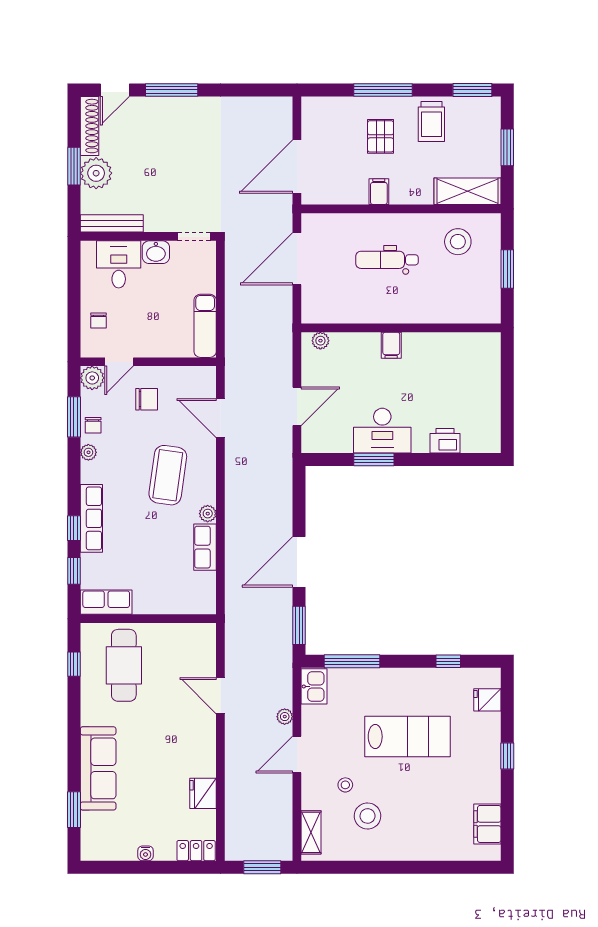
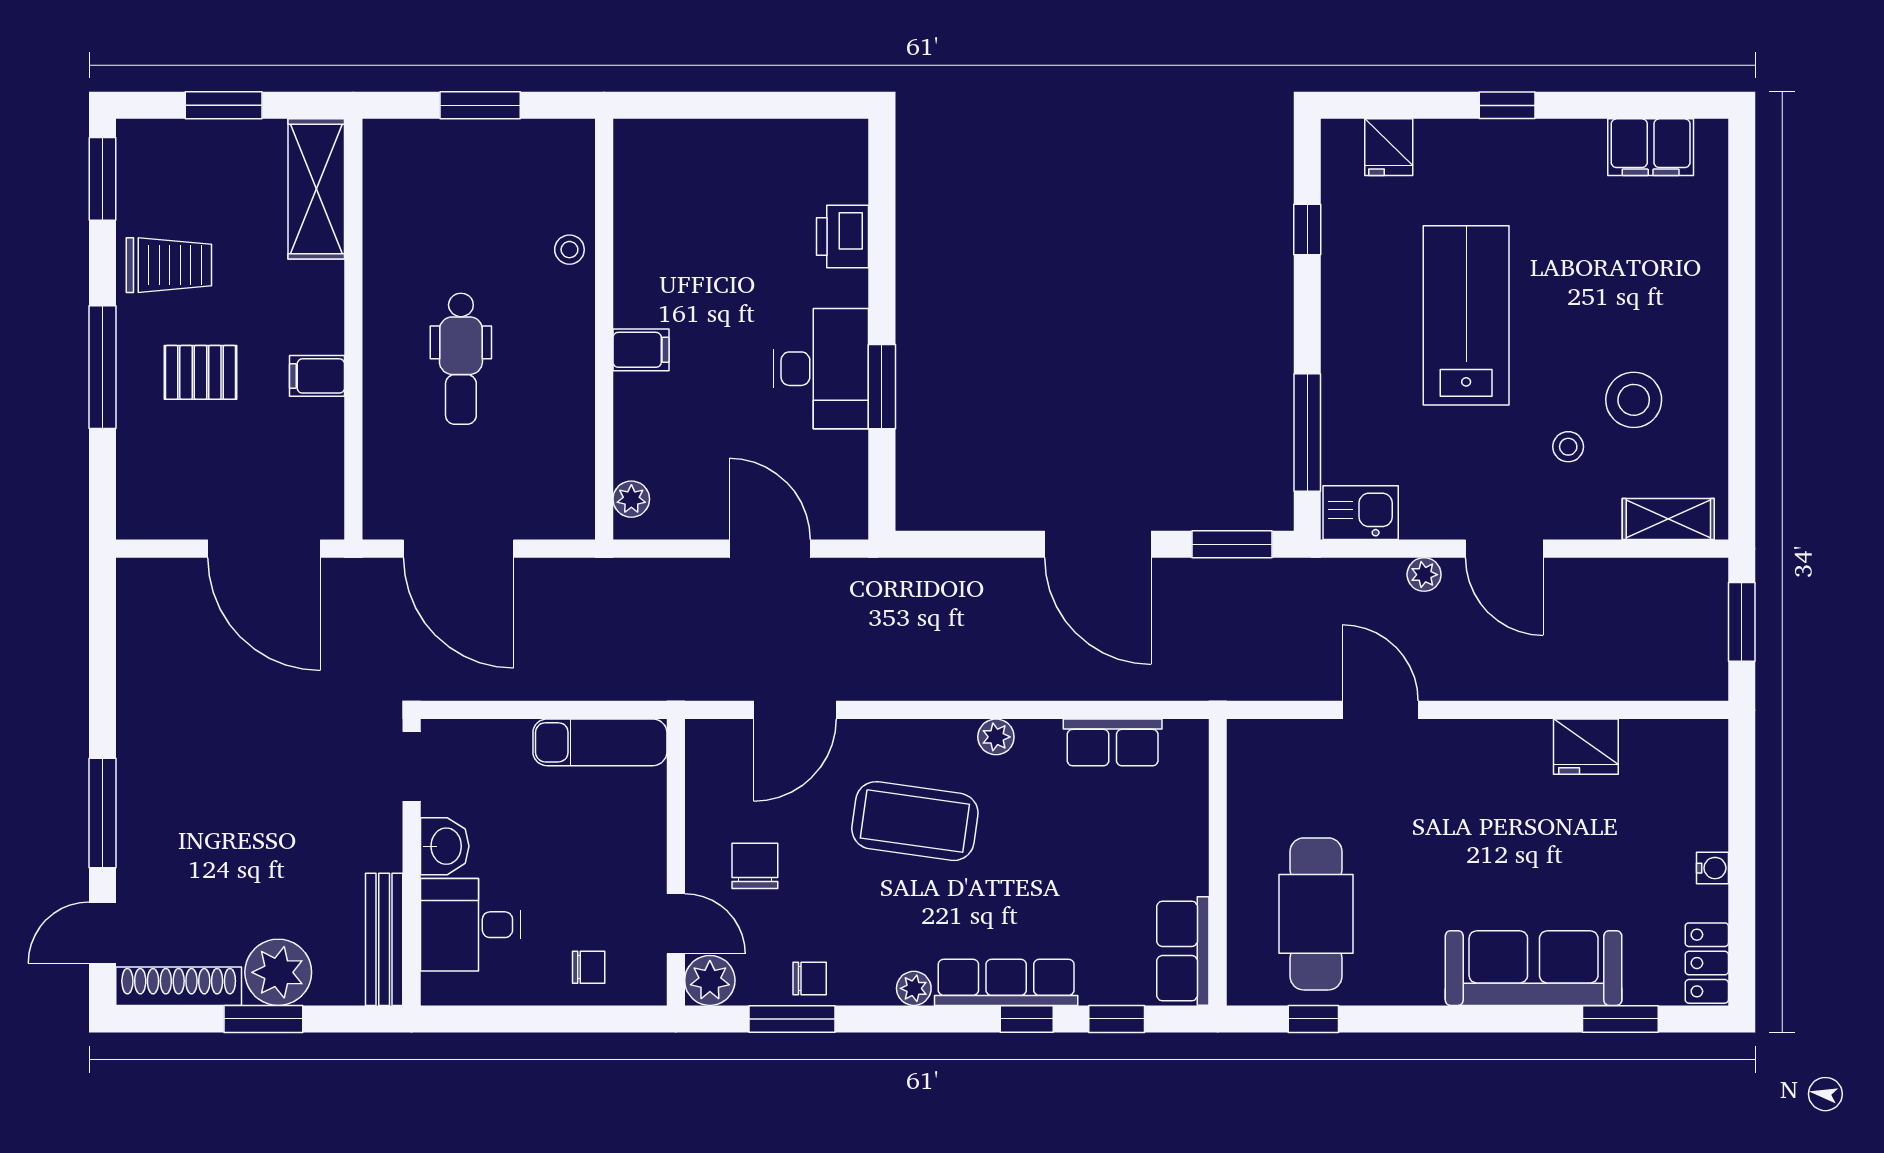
door: (115, 90) -> (103, 933), swing flipped
stool: (458, 242) -> (569, 250), moved, width x0.53, depth x0.53
plant: (88, 452) -> (914, 988), moved
row of seats: (205, 547) -> (1113, 742), moved
cafe table: (124, 665) -> (1316, 914), turned 90
door: (220, 696) -> (1380, 710), swing flipped
locker: (196, 851) -> (1707, 963), moved

